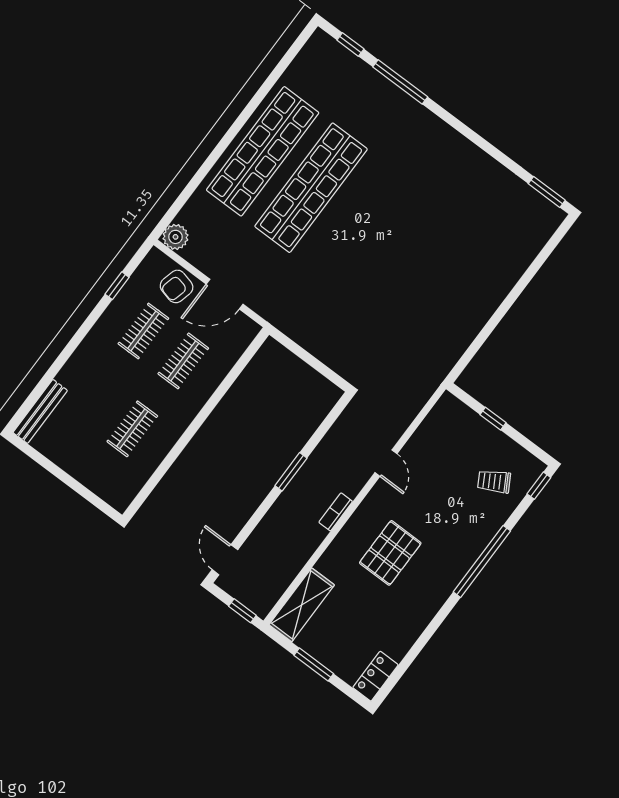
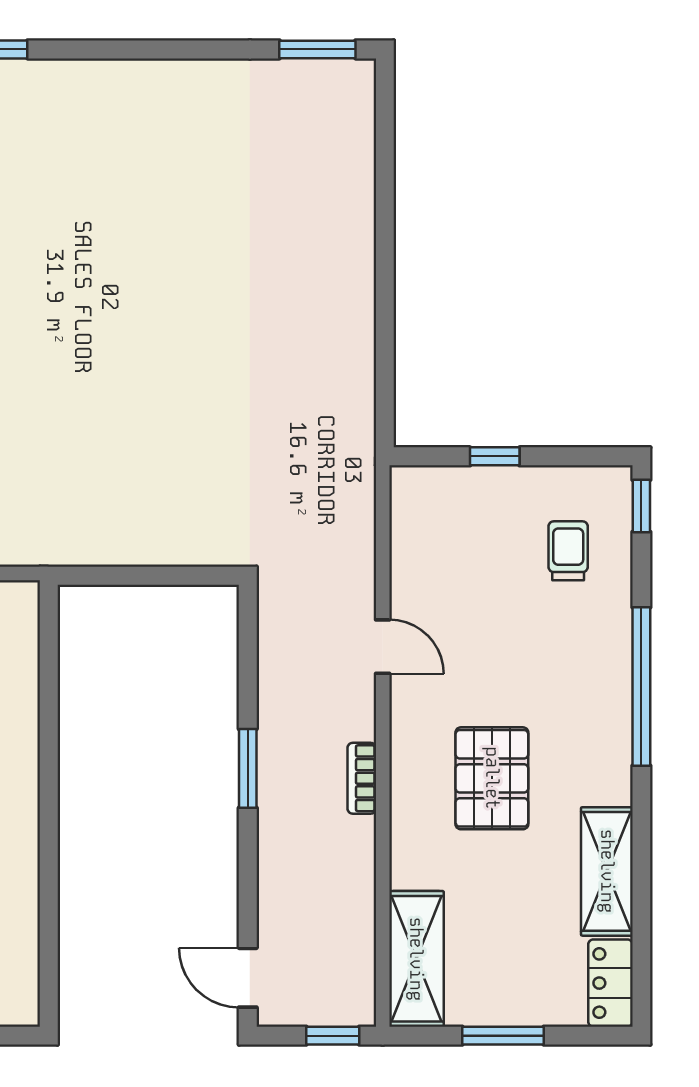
trolley: (494, 481) -> (568, 551), turned 120
shelving: (409, 628) -> (607, 871), added

